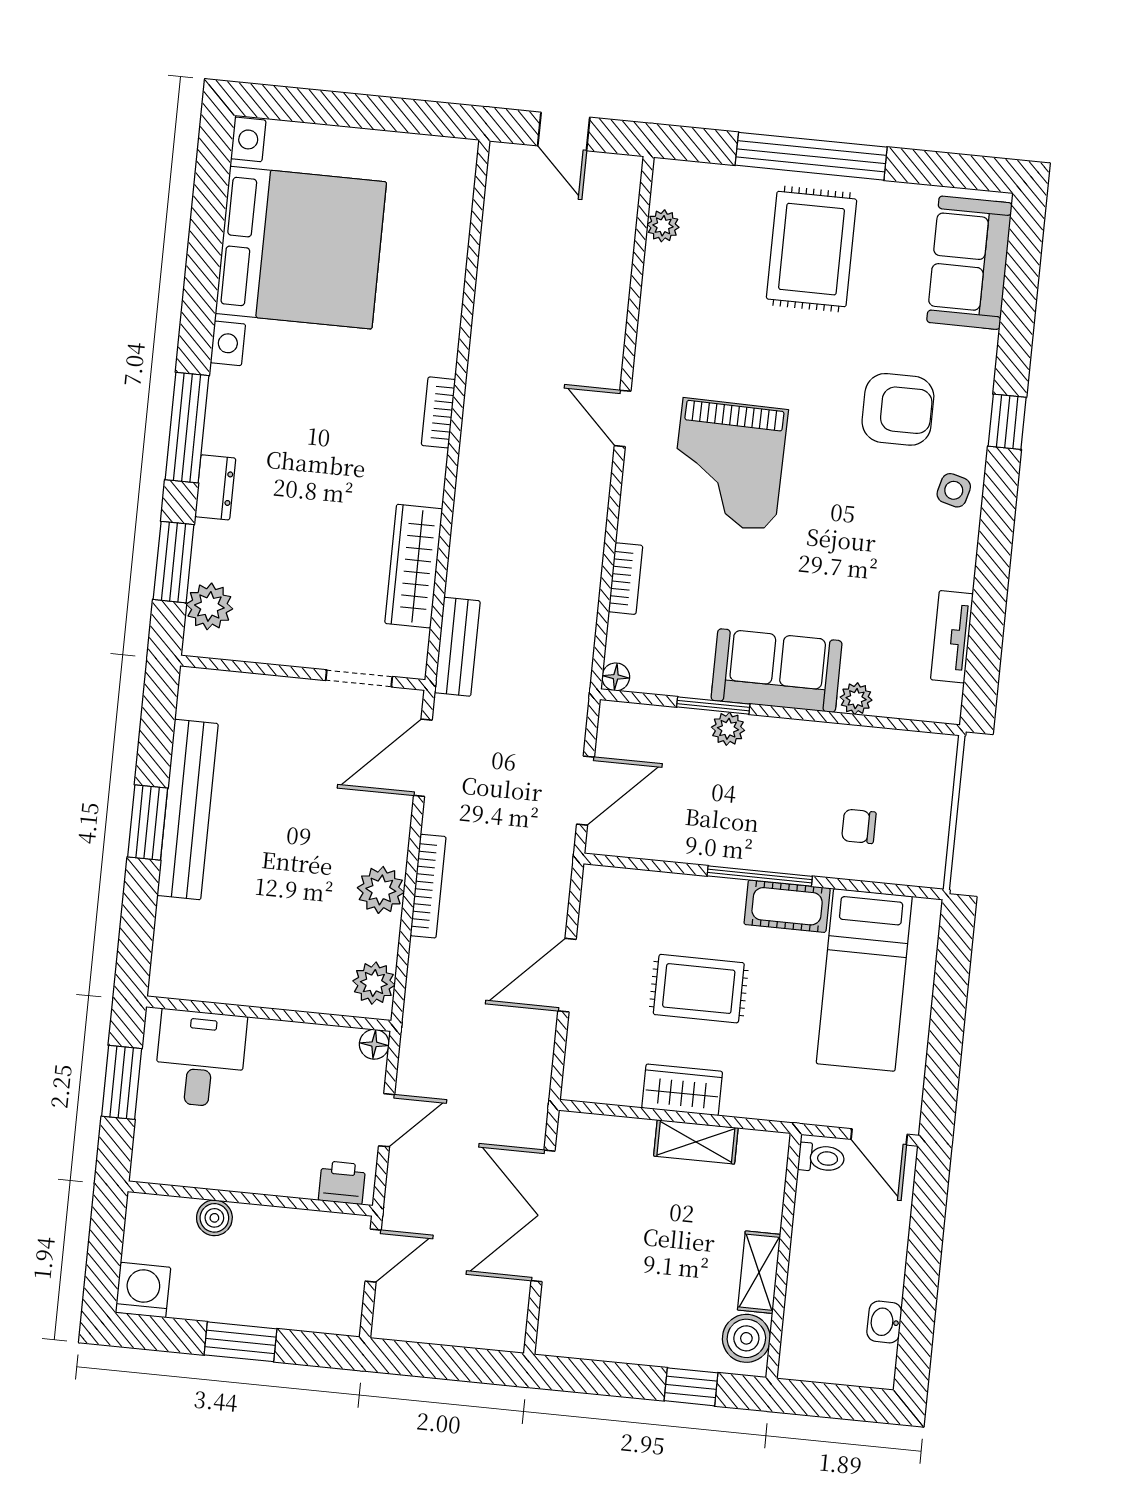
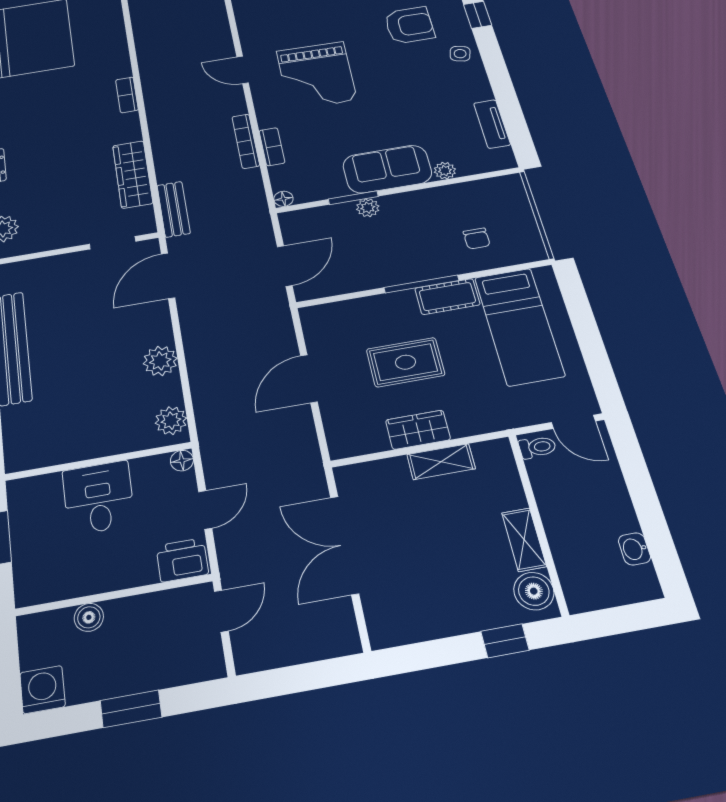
chair: (859, 826) -> (477, 239), turned -90
bookcase: (428, 886) -> (246, 141), moved, turned 180
desk: (200, 1059) -> (98, 498), moved
printer: (342, 1183) -> (182, 560), width x1.36, depth x1.24

